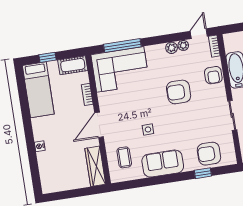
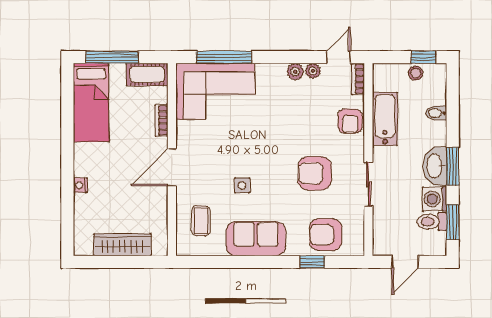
window: (47, 57) -> (112, 57), width x2.17
armchair: (179, 92) -> (315, 173), moved
wardrobe: (95, 166) -> (122, 245), moved, turned 90

